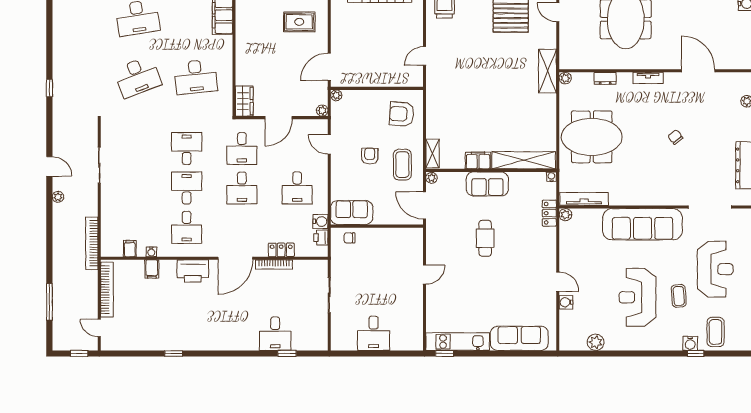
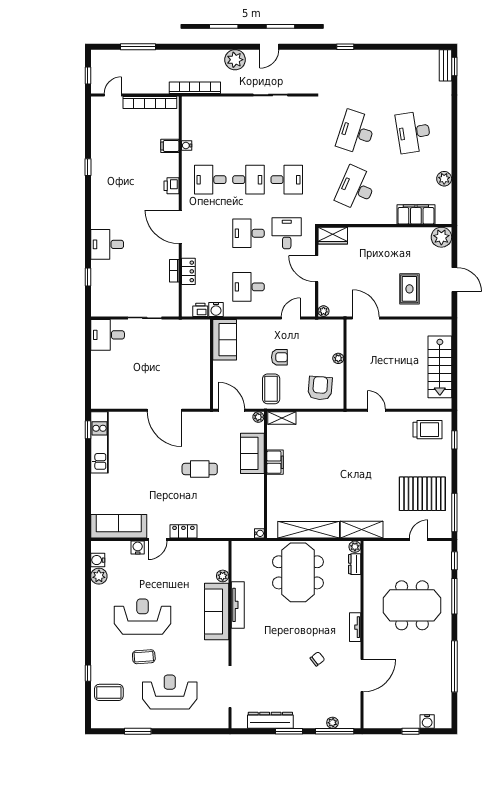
desk: (138, 77) -> (356, 132), turned 39
desk: (196, 77) -> (356, 188), turned 30
dresser: (605, 78) -> (355, 564), moved
plant: (336, 95) -> (338, 358), moved
chair: (675, 137) -> (317, 659), moved
desk: (242, 149) -> (287, 233), turned 90
shelving: (524, 160) -> (309, 530), moved, turned 90
coffee table: (402, 165) -> (271, 389), turned 90
sofa: (487, 184) -> (252, 453), moved
plant: (58, 197) -> (235, 60), width x1.88, depth x1.88
tv unit: (584, 199) -> (238, 605), moved
door: (424, 205) -> (232, 410), hinge flipped
locker: (549, 213) -> (183, 531), moved
plant: (565, 215) -> (223, 576), moved
sofa: (643, 224) -> (217, 611), width x0.74, depth x0.79
chair: (349, 238) -> (200, 338), removed
filing cabinet: (130, 249) -> (190, 125), removed
bookcase: (274, 264) -> (174, 271), width x0.64
reception desk: (715, 269) -> (170, 692), turned 180
printer: (193, 271) -> (171, 186), width x0.53, depth x0.68
door: (424, 274) -> (165, 410), width x1.87
desk: (373, 333) -> (108, 335), moved
desk: (275, 334) -> (107, 244), moved
sofa: (519, 338) -> (119, 526), moved, turned -90
water cooler: (690, 343) -> (98, 560), moved

